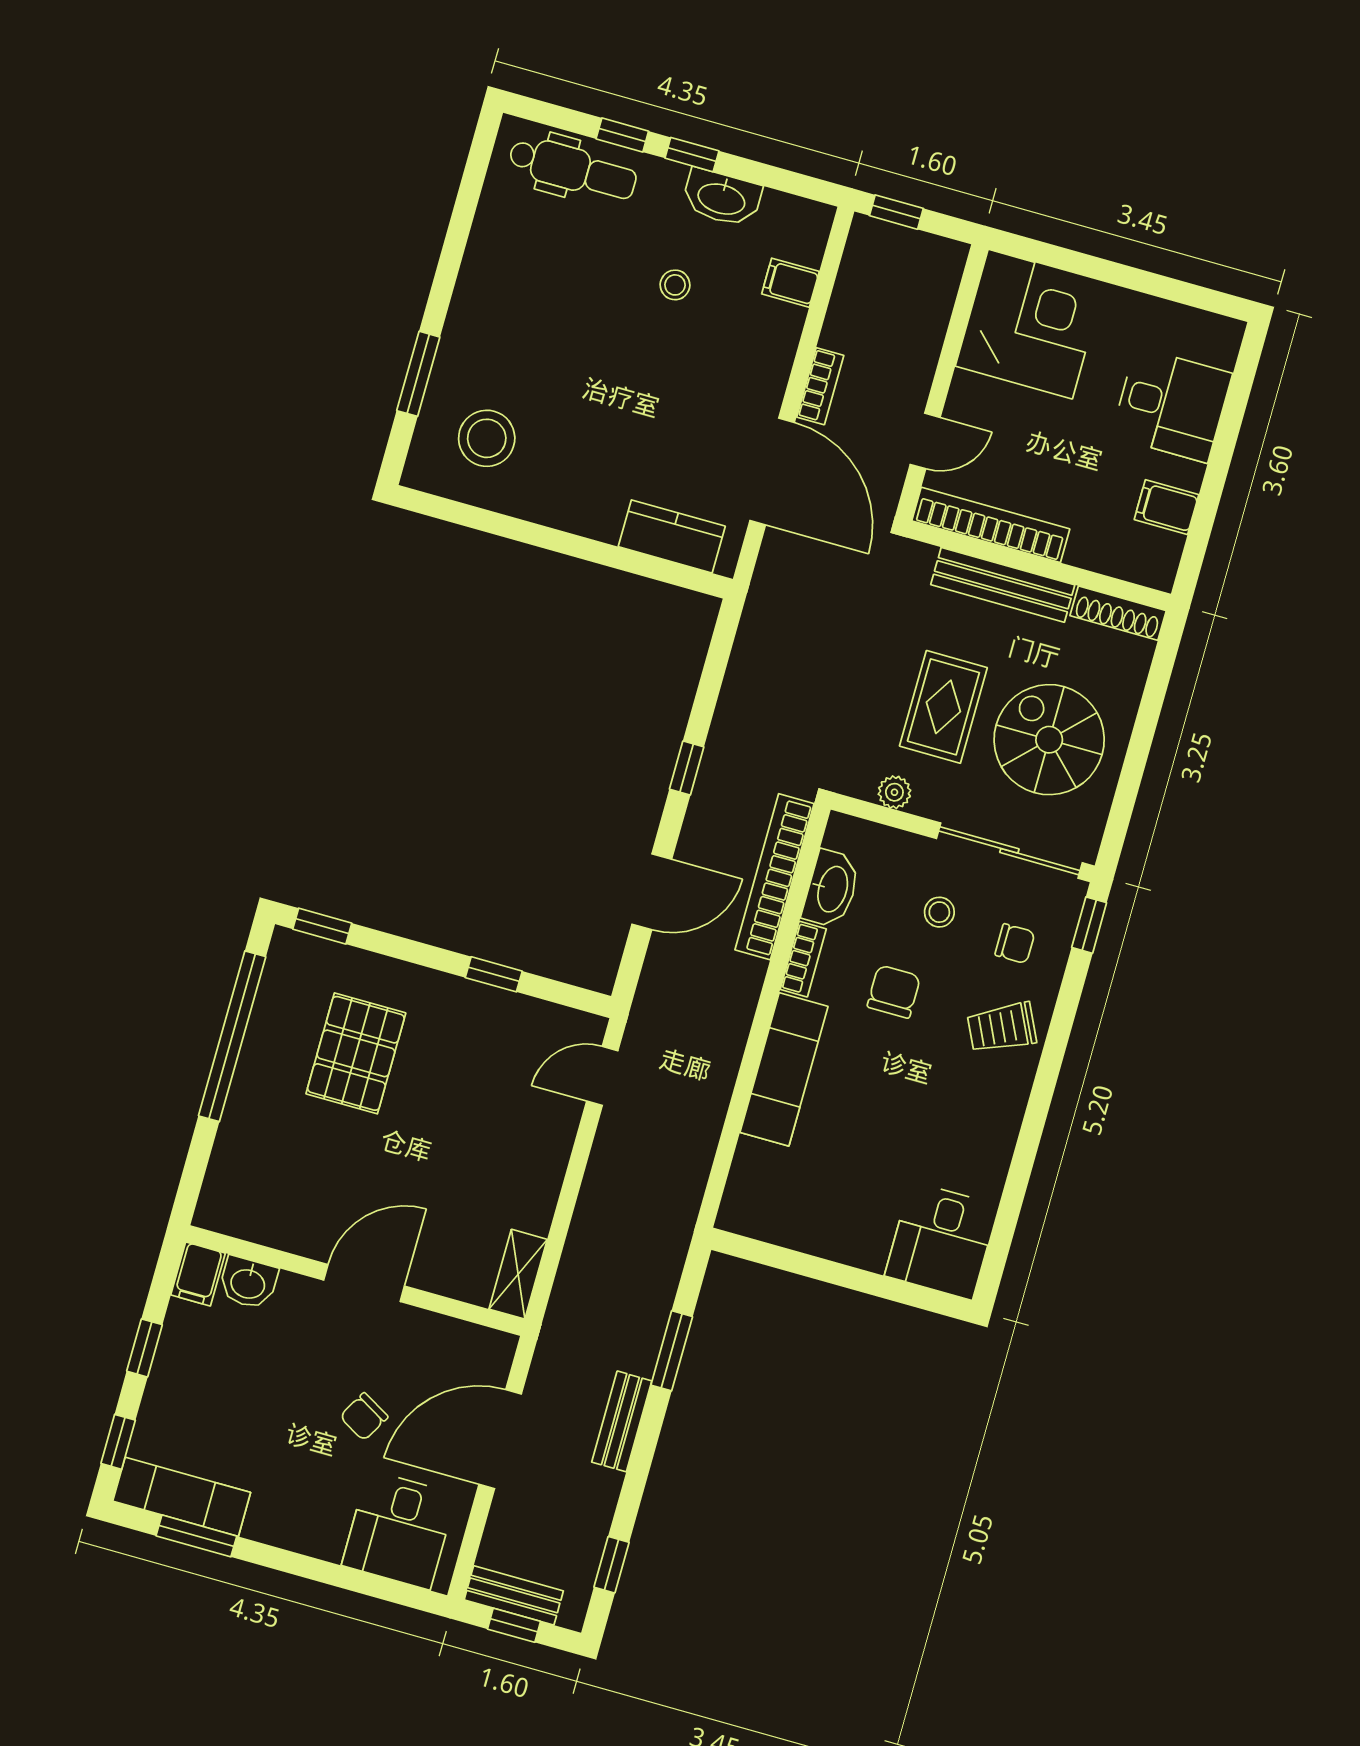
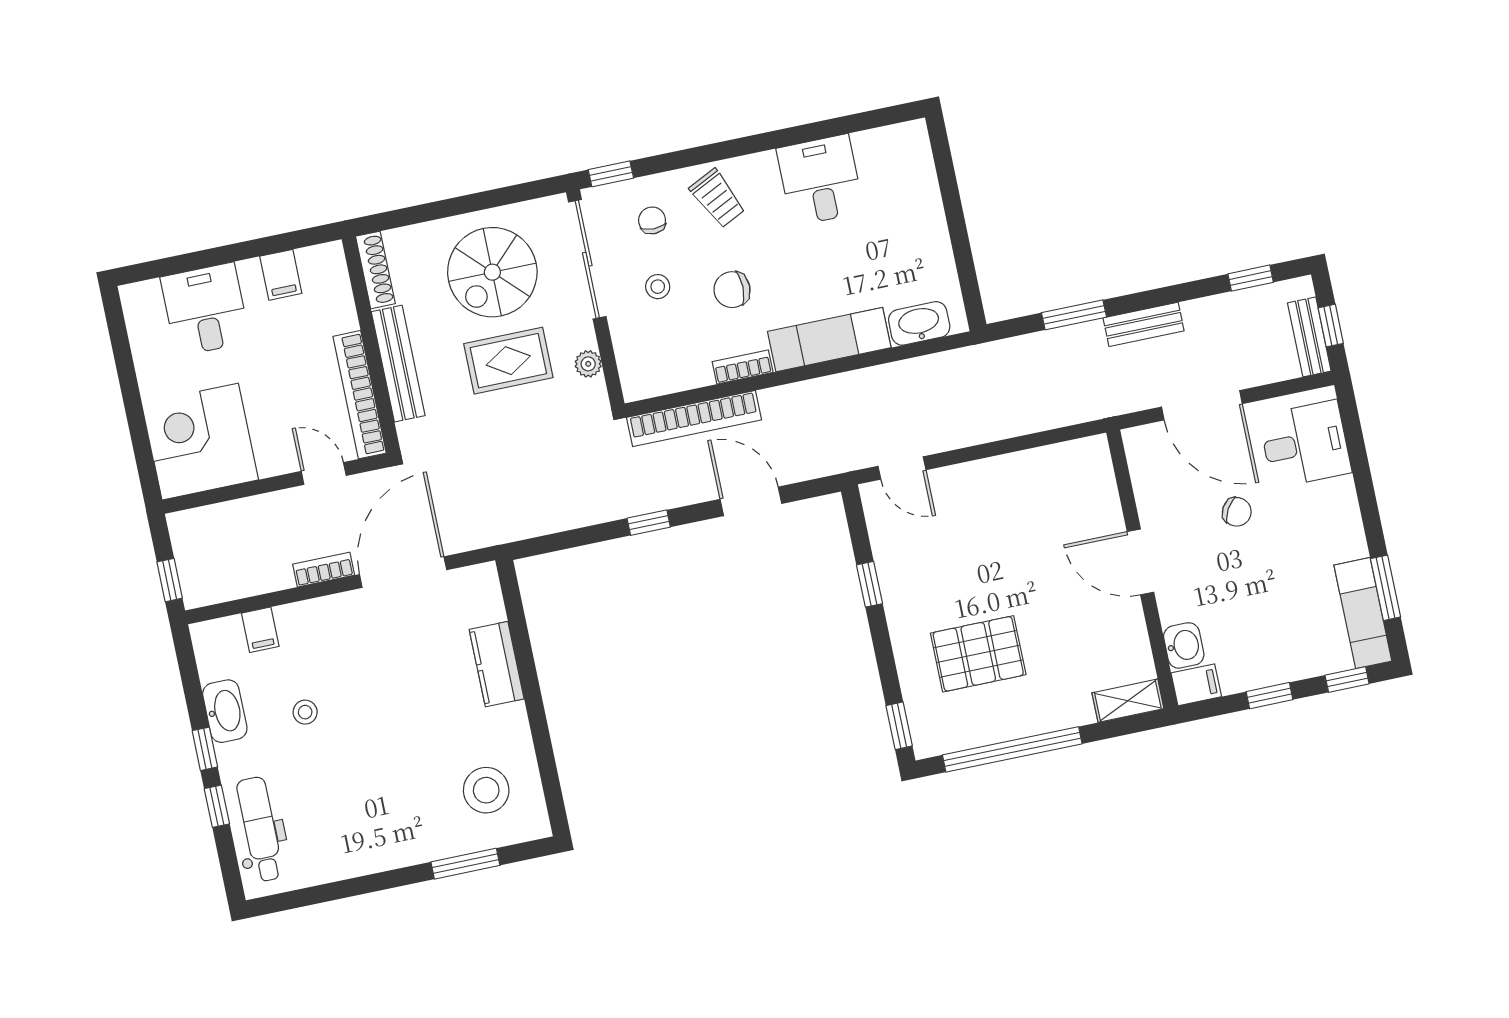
kitchen counter: (672, 536) -> (497, 664), moved
washbasin: (831, 889) -> (919, 323), moved
desk: (942, 1241) -> (820, 180), moved, turned -90
shelving: (518, 1274) -> (1128, 701), moved

